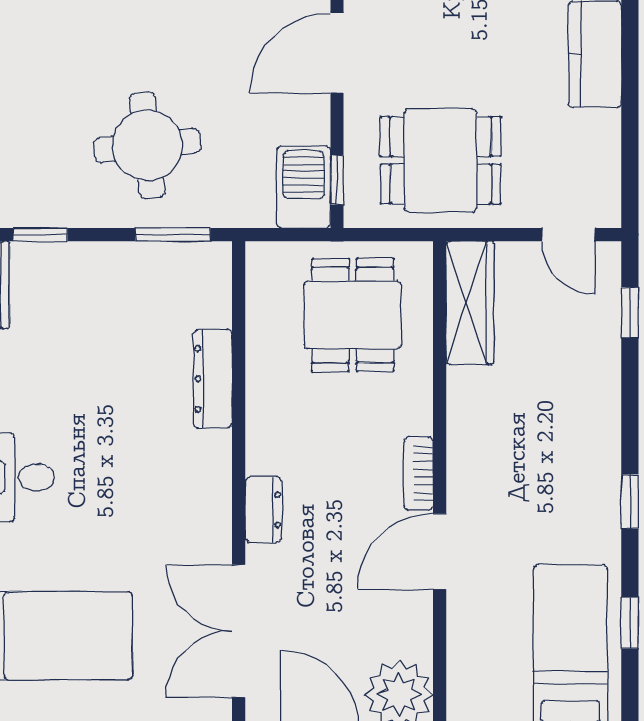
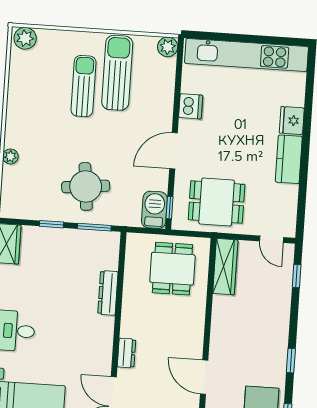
window: (40, 235) -> (51, 224), moved
bookcase: (419, 473) -> (197, 342), removed
door: (440, 551) -> (204, 377), hinge flipped

